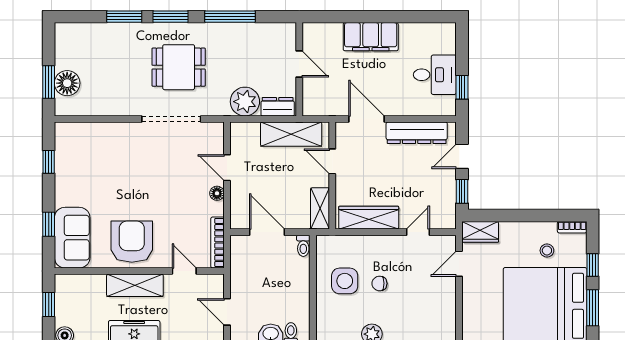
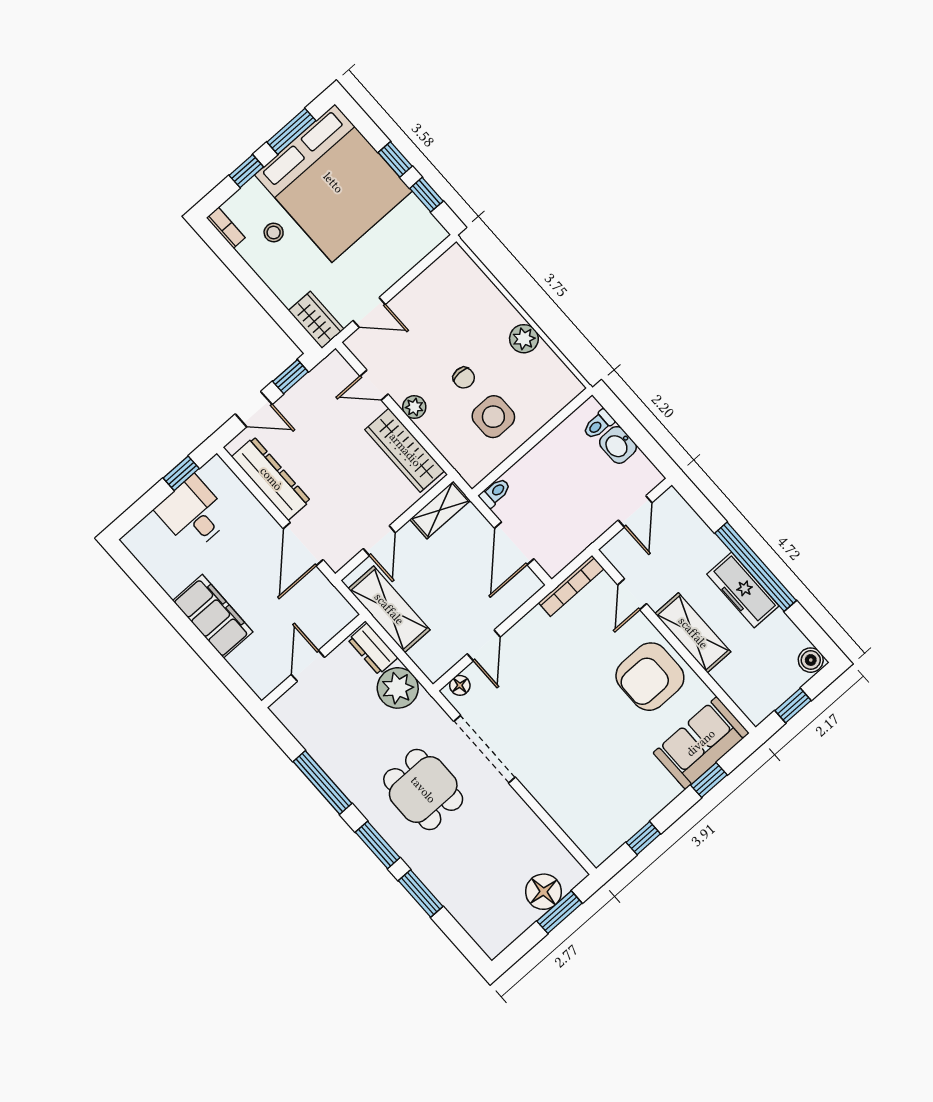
floor lamp: (217, 193) -> (460, 685), moved
plant: (387, 243) -> (414, 407), added

